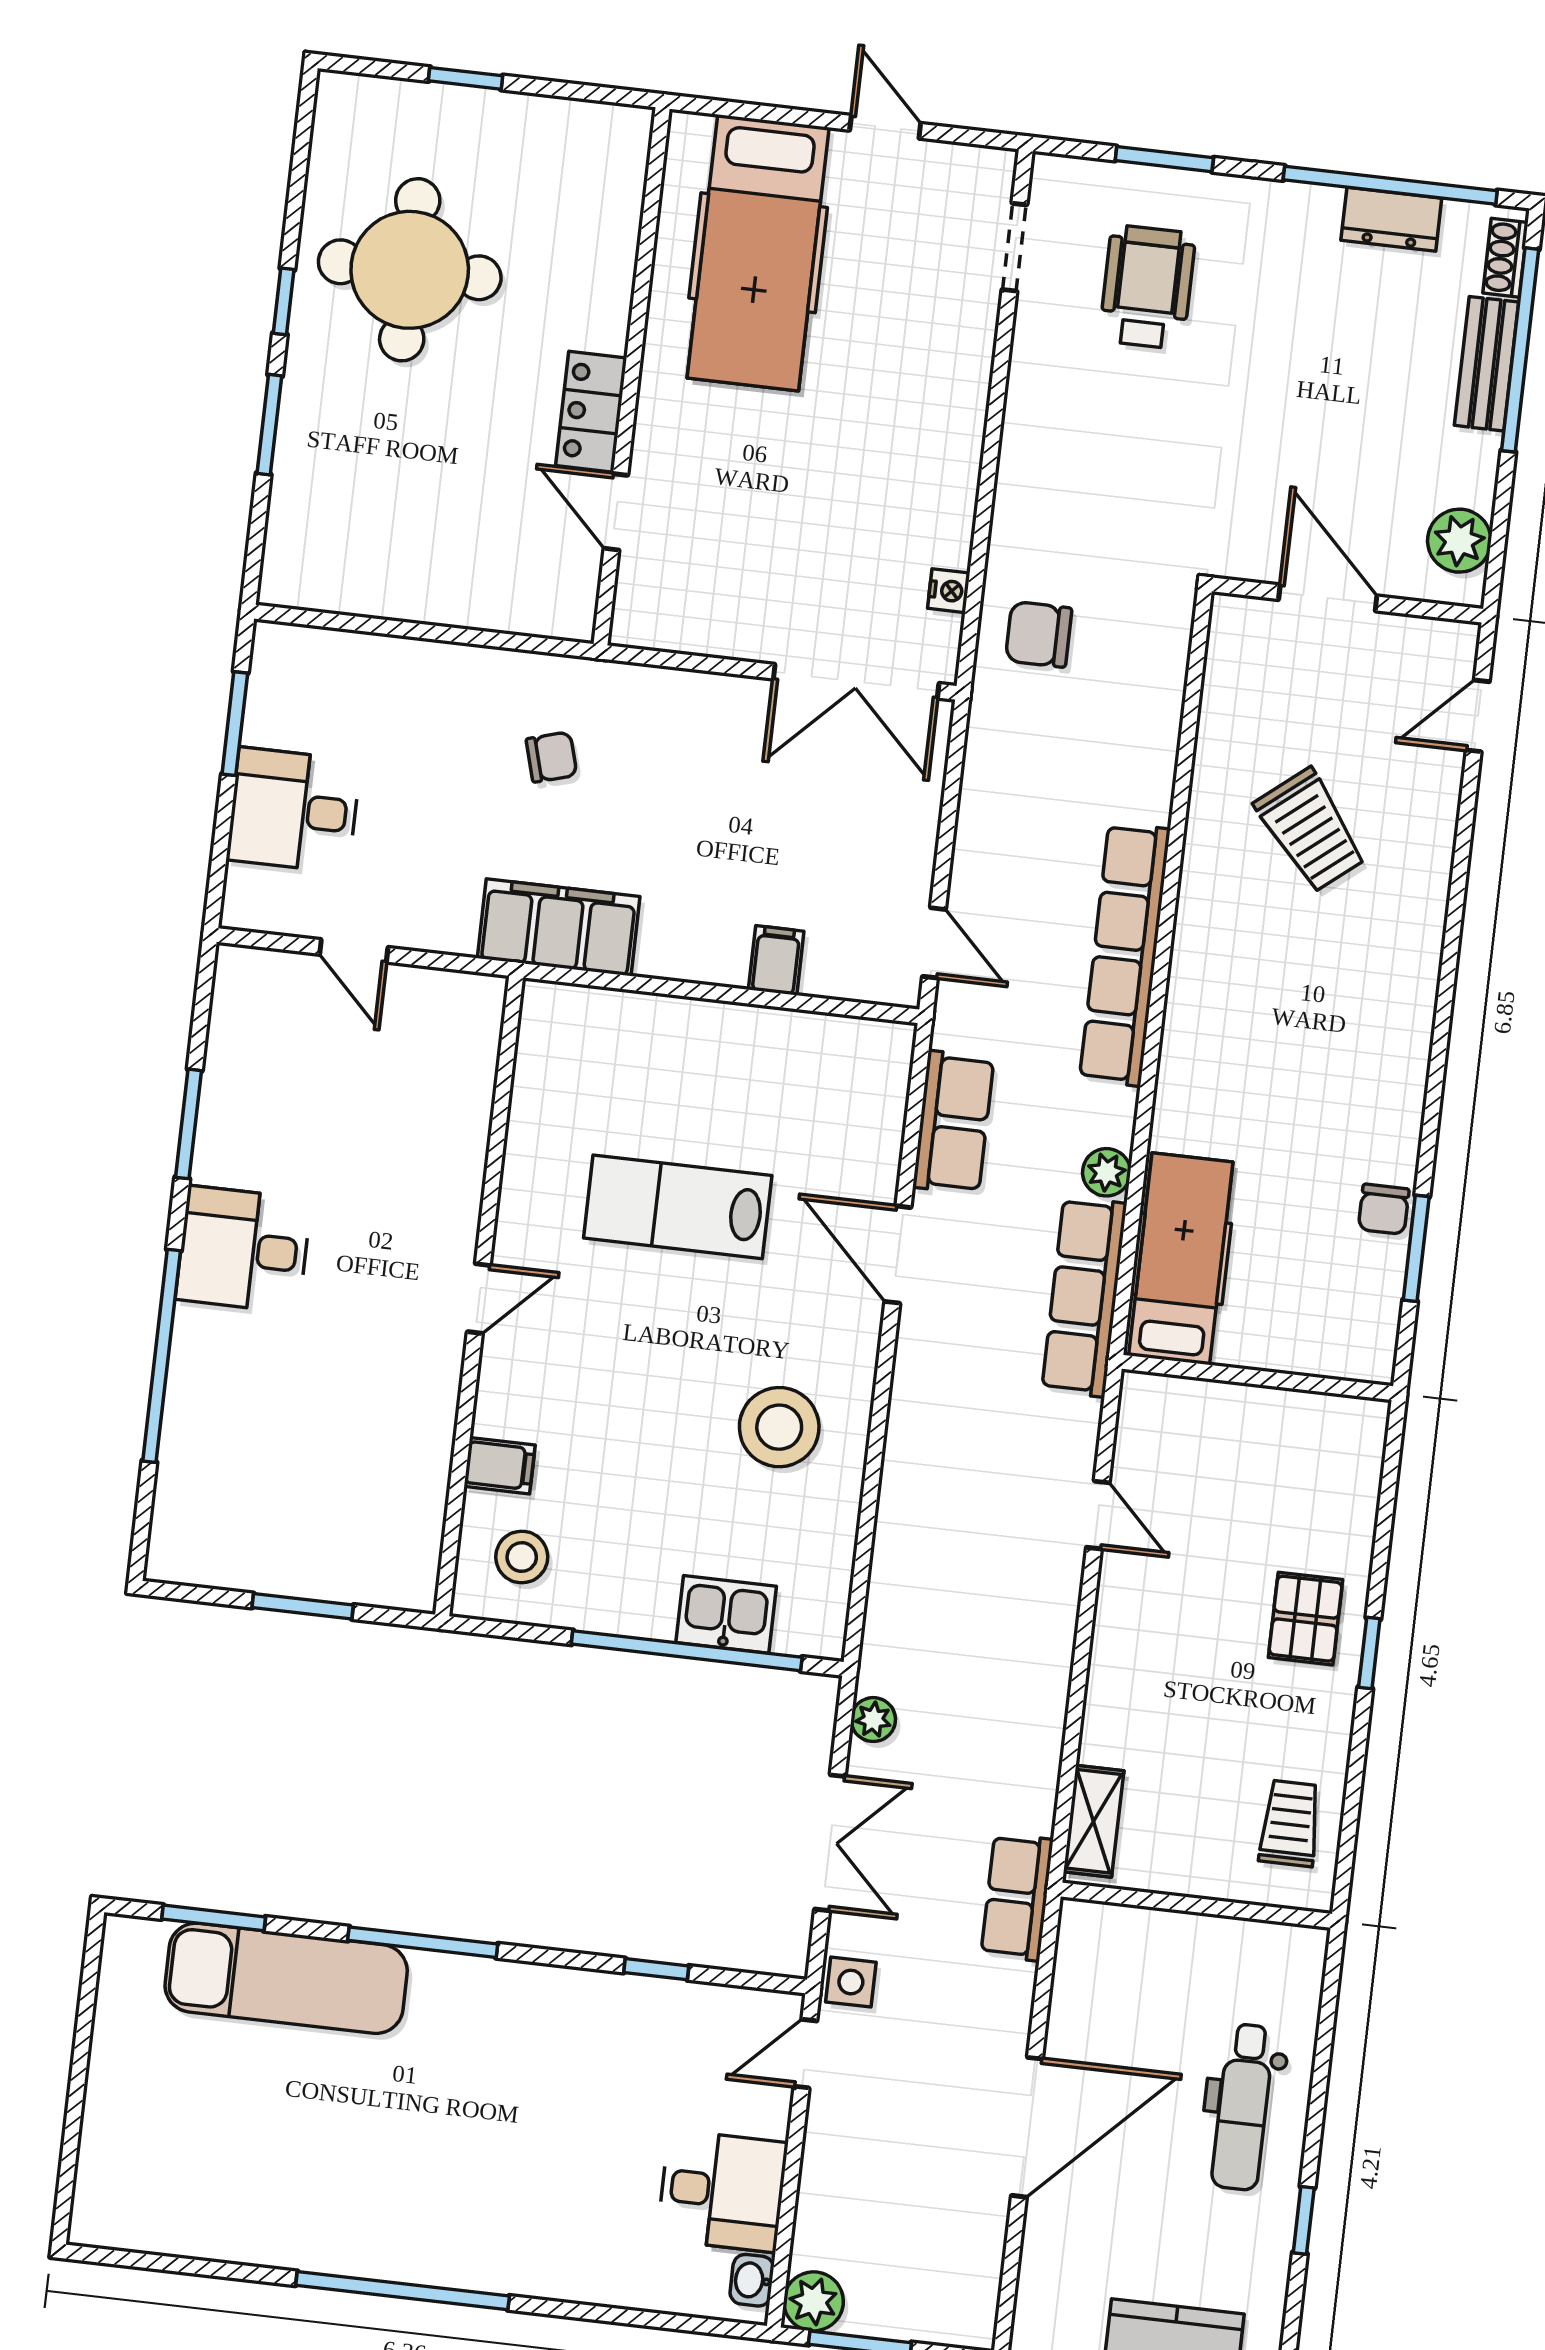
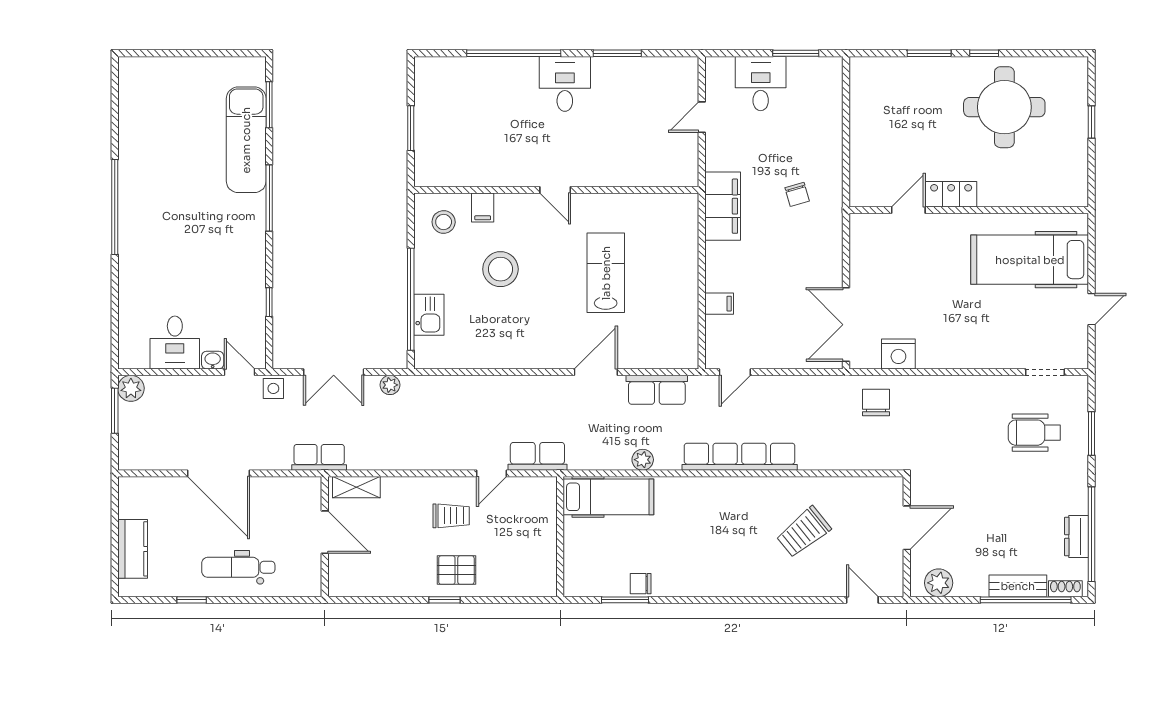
wheelchair: (1147, 287) -> (1034, 433), turned 180
nightstand: (949, 591) -> (898, 354), width x1.89, depth x1.79
row of seats: (1084, 1297) -> (537, 456), moved, width x0.68
stool: (779, 1427) -> (500, 269), moved
trolley: (1290, 1823) -> (451, 516), moved
door: (1186, 1904) -> (325, 532), added
washbasin: (752, 2280) -> (213, 360), moved

